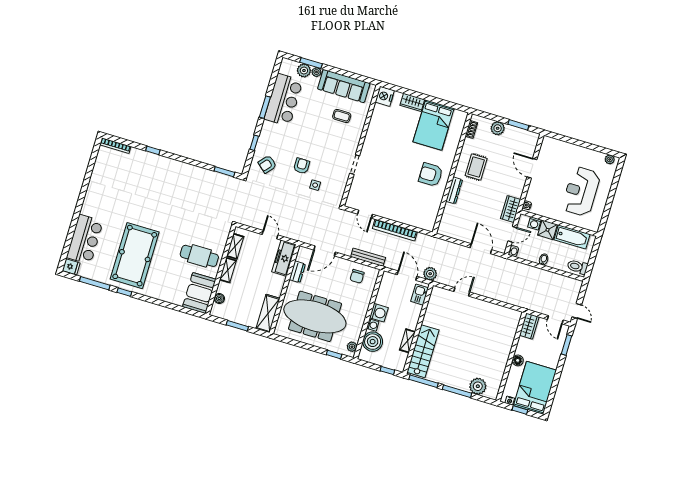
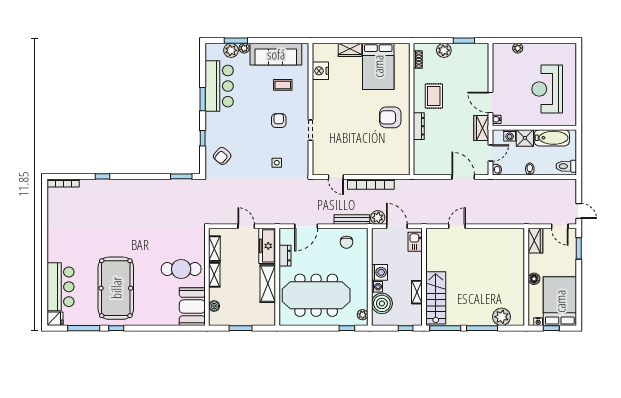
nightstand: (385, 96) -> (320, 71), moved
plant: (610, 159) -> (518, 48), moved
armchair: (302, 166) -> (279, 121), moved
door: (532, 168) -> (491, 102), moved
plant: (430, 274) -> (378, 218), moved
shelving: (268, 313) -> (268, 284), moved

